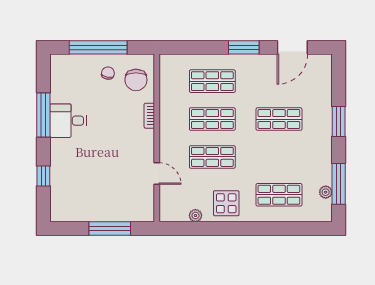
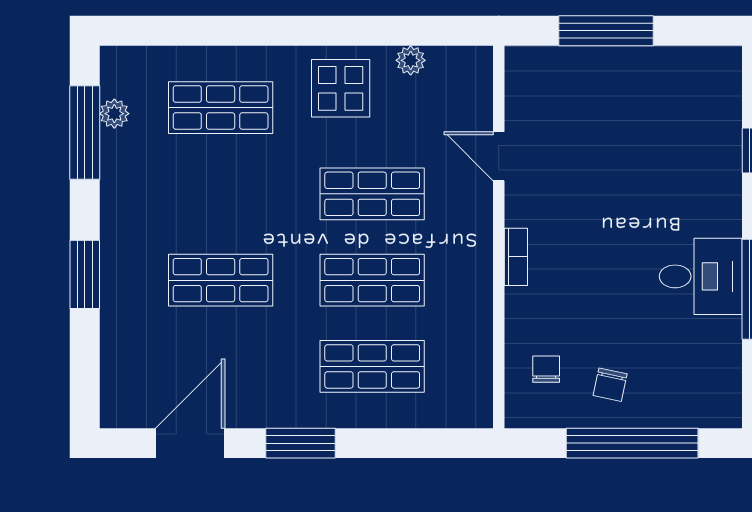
chair: (136, 80) -> (546, 369), width x0.54, depth x0.54
bookcase: (149, 116) -> (516, 257), moved

